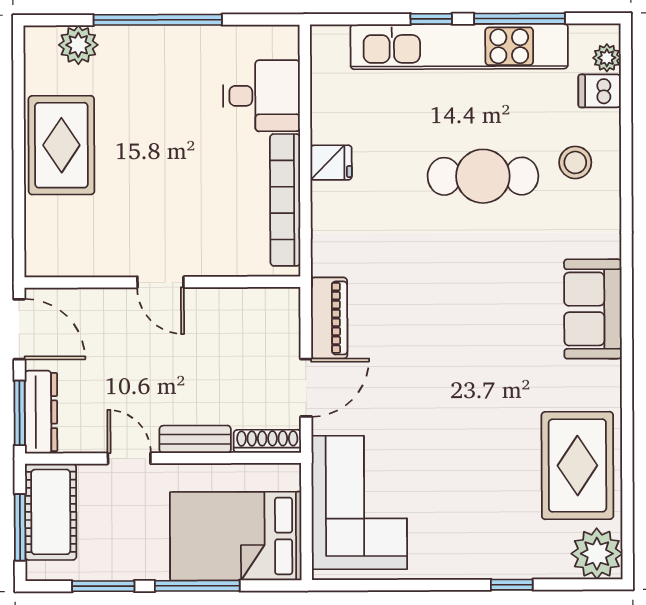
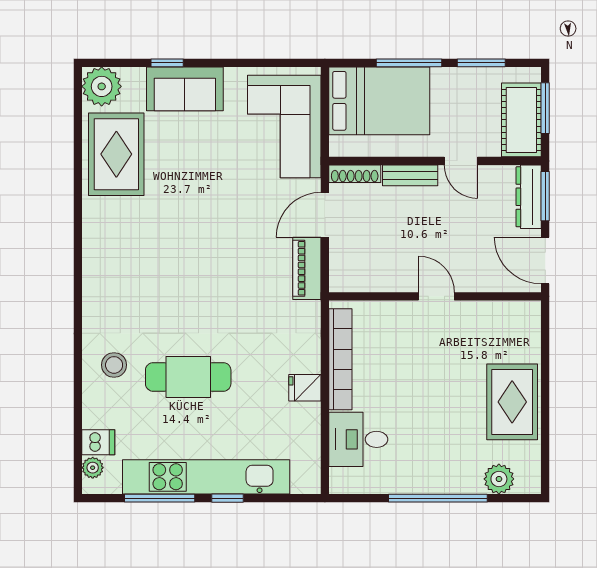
stool: (575, 162) -> (114, 365), moved
sofa: (593, 309) -> (185, 89), moved, turned 90

